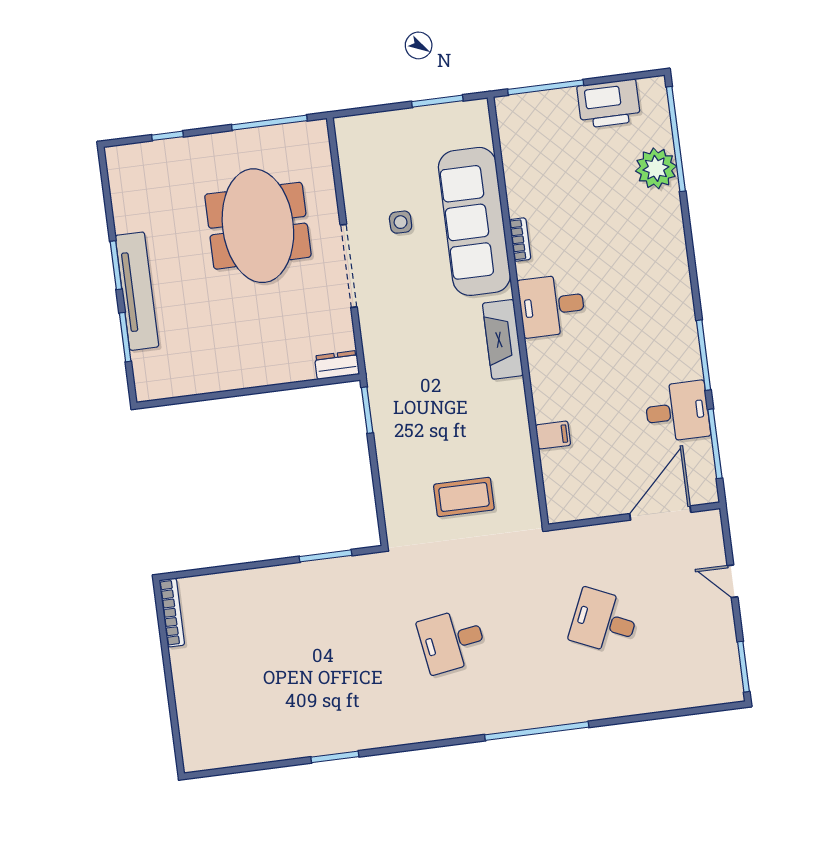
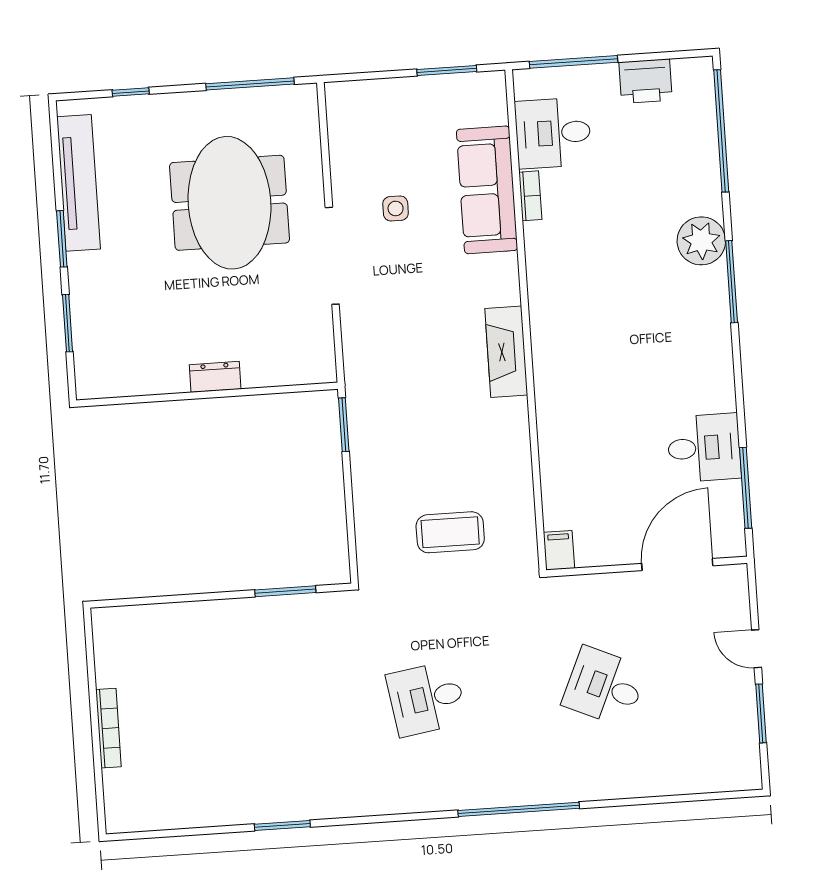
printer: (609, 104) -> (645, 81), width x0.73, depth x0.84
plant: (656, 168) -> (701, 241), moved
sofa: (474, 221) -> (487, 190), width x0.74, depth x0.79
bookcase: (520, 240) -> (530, 196), moved
tv unit: (137, 291) -> (78, 183), moved
desk: (552, 306) -> (553, 133), moved
window: (704, 355) -> (732, 282), moved
dresser: (337, 365) -> (215, 377), moved
filing cabinet: (553, 435) -> (559, 550), moved, turned -90
bookcase: (172, 612) -> (108, 728), moved
window: (743, 667) -> (761, 713), moved

